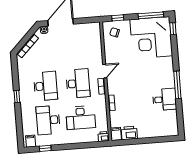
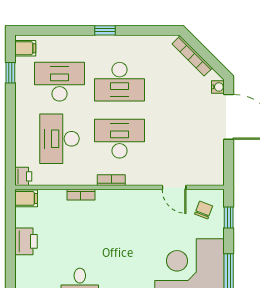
door: (105, 71) -> (174, 187), moved
desk: (78, 83) -> (120, 139), turned 180
printer: (129, 133) -> (26, 241), moved

